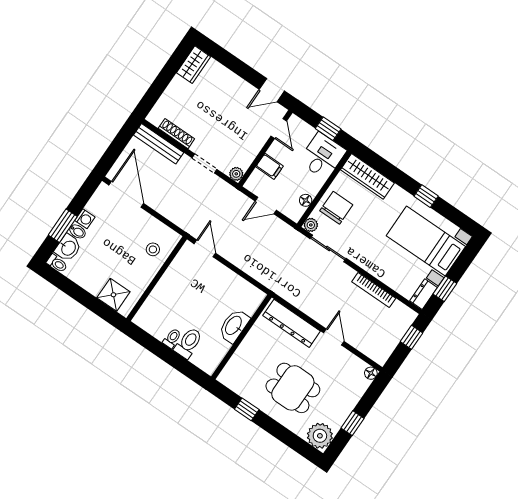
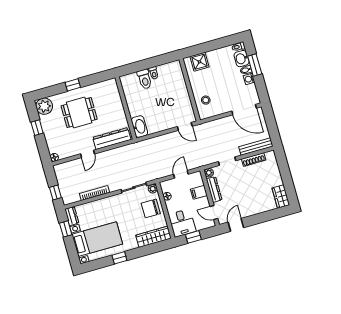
dresser: (251, 151) -> (214, 189), added
chair: (336, 208) -> (151, 208), turned 90
washbasin: (234, 326) -> (139, 127), moved
door: (334, 337) -> (87, 154), hinge flipped
window: (247, 409) -> (73, 85), moved

